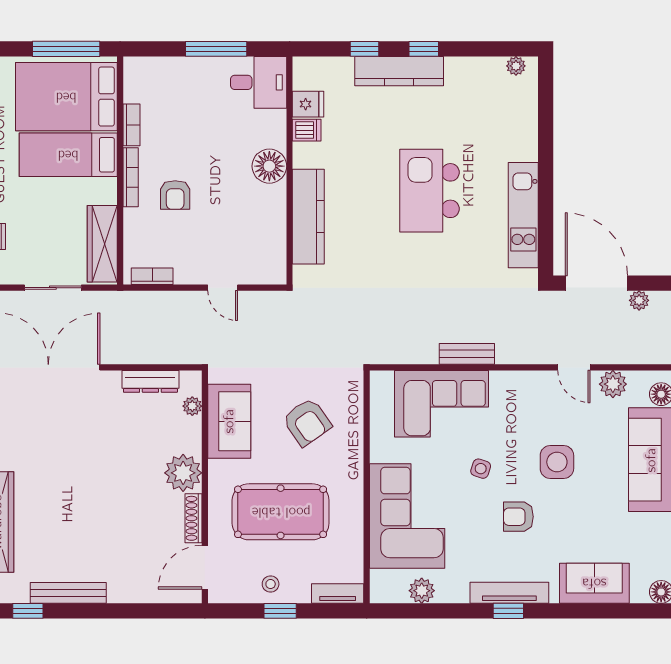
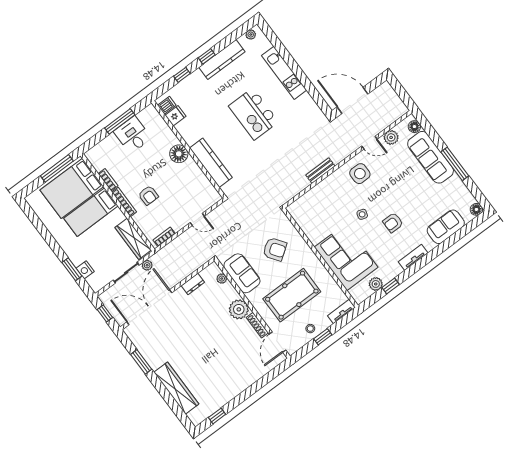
kitchen counter: (399, 71) -> (222, 59), moved
desk: (259, 82) -> (133, 135), moved, turned -90
dishwasher: (307, 130) -> (167, 105), moved
kitchen unit: (523, 215) -> (284, 73), moved
plant: (639, 300) -> (147, 265), moved
dresser: (150, 381) -> (193, 284), width x0.70
corner sofa: (441, 404) -> (325, 199), removed
side table: (557, 462) -> (360, 174), moved
bench: (68, 593) -> (228, 396), removed
tv unit: (509, 593) -> (413, 257), width x0.71
window: (508, 611) -> (391, 286), moved

